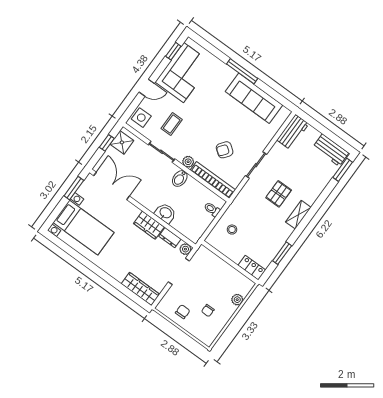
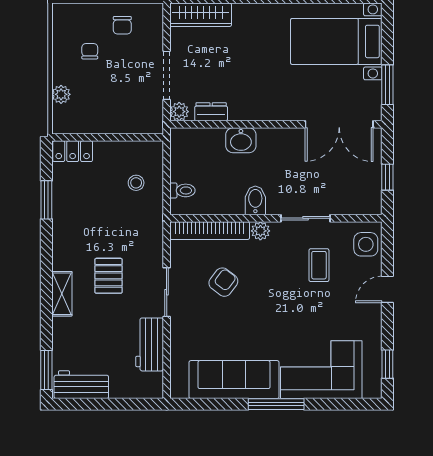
corner sofa: (184, 73) -> (321, 370), moved, turned 90
workbench: (293, 132) -> (150, 344), moved
shower: (122, 142) -> (368, 192), removed
shelving: (298, 215) -> (62, 294), moved
wardrobe: (149, 225) -> (251, 108), removed

